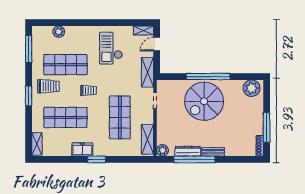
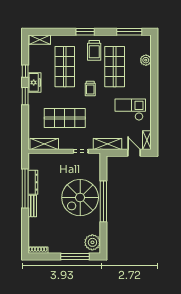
spiral stairs: (204, 101) -> (80, 198), turned -90
window: (267, 127) -> (75, 257), moved
plant: (163, 150) -> (34, 158), removed
window: (70, 159) -> (25, 71), added

